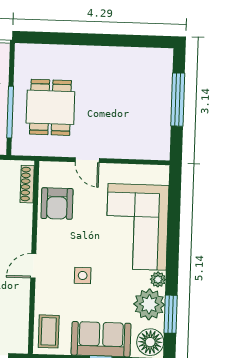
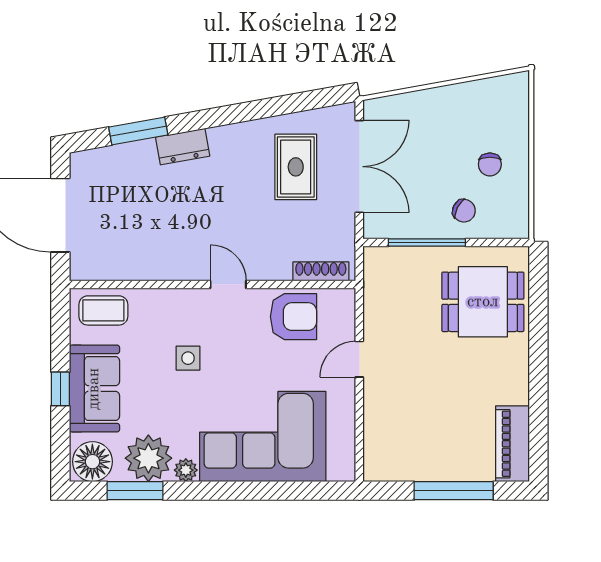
piano: (148, 59) -> (512, 444), added
dining table: (50, 107) -> (483, 302), moved
armchair: (57, 203) -> (294, 317), turned 180
door: (33, 266) -> (228, 284), moved

